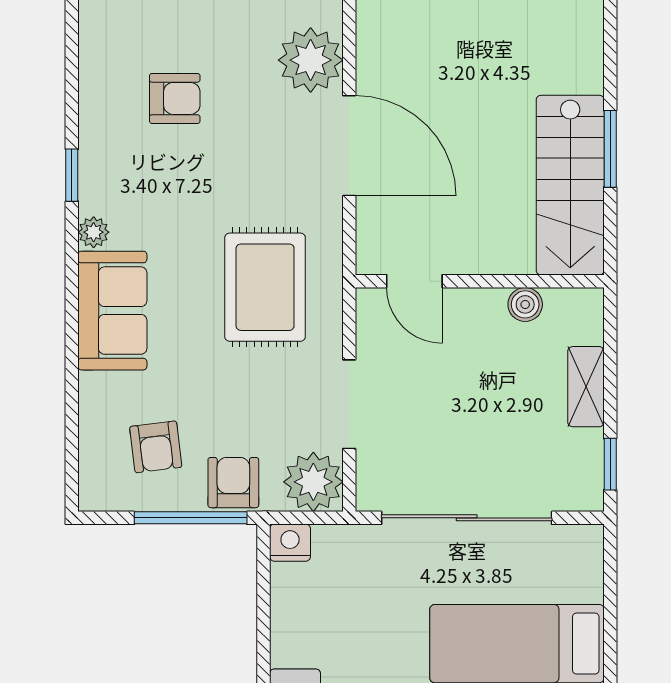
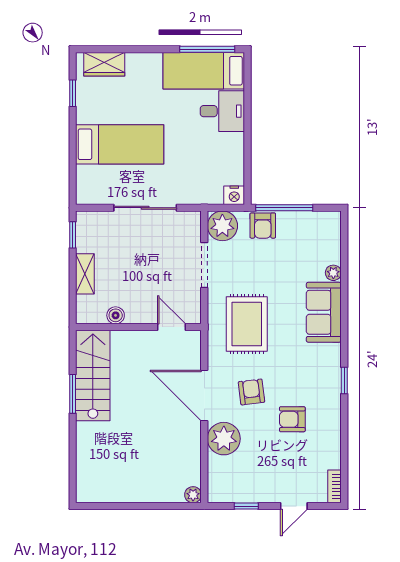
plant: (94, 232) -> (333, 273), moved
armchair: (156, 447) -> (251, 392), moved
sliding door: (467, 518) -> (145, 208), width x0.73

